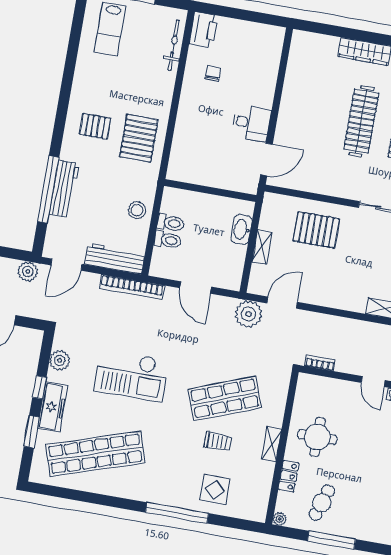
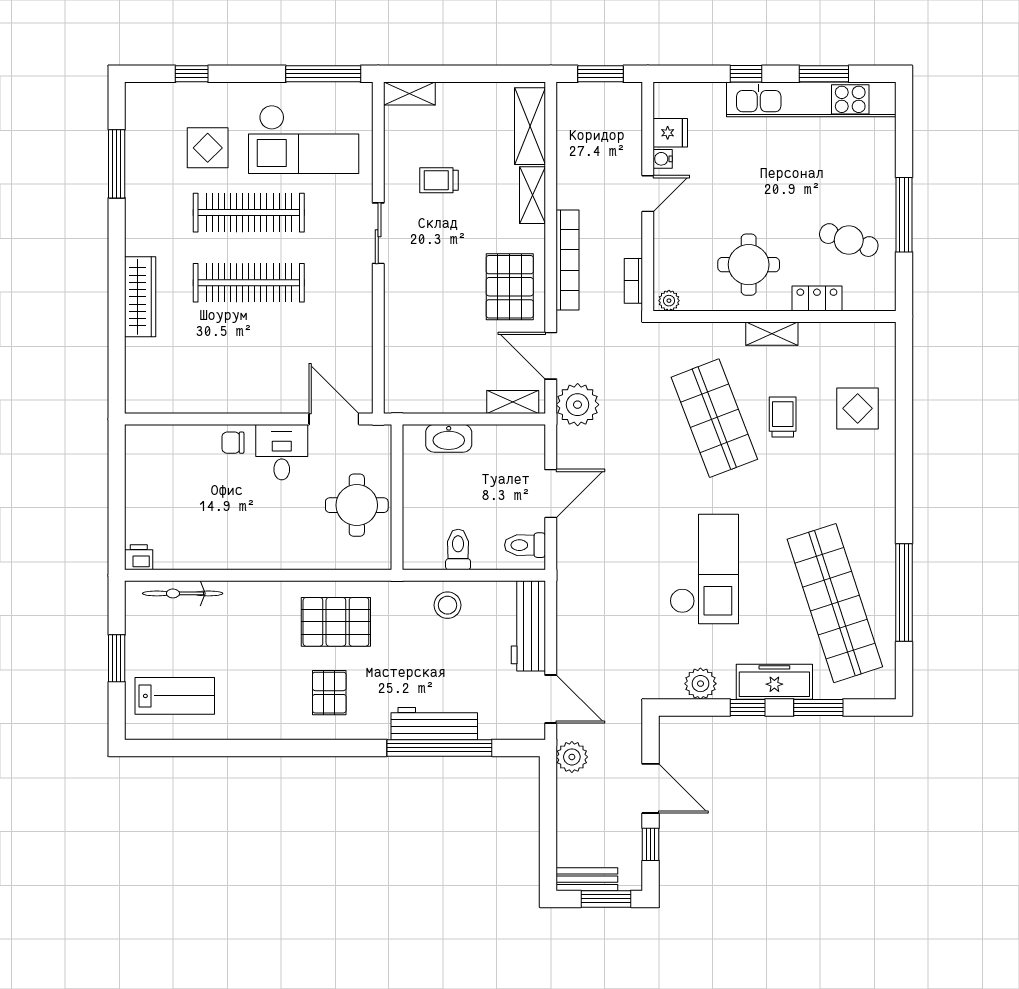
printer: (204, 30) -> (139, 557), width x0.53, depth x0.68
chair: (213, 74) -> (233, 443), moved
round table: (210, 164) -> (357, 505), added
pallet: (316, 230) -> (510, 287), moved
toilet: (168, 240) -> (525, 545), moved, turned -90
shelving: (262, 247) -> (513, 402), moved
bookcase: (132, 287) -> (568, 260), moved
window: (177, 513) -> (904, 593), moved
plant: (280, 519) -> (669, 301), moved

